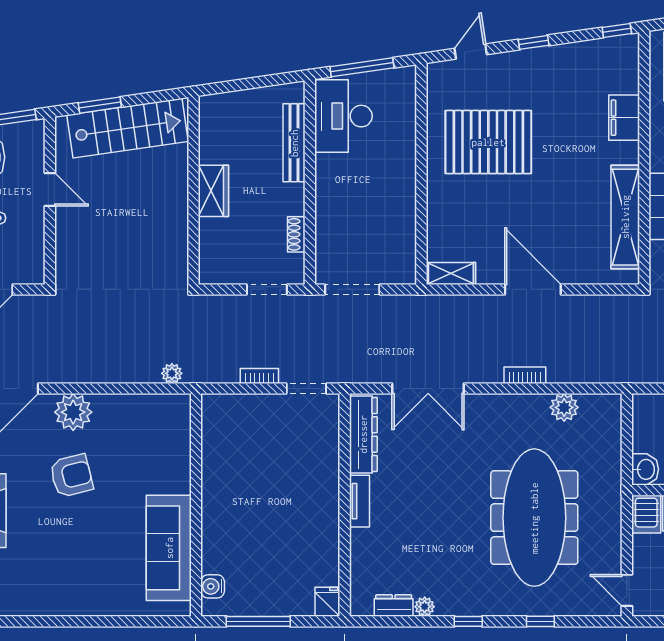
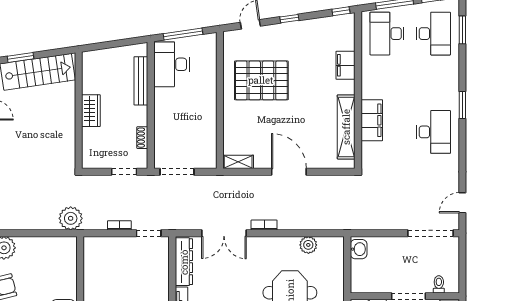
plant: (172, 373) -> (71, 218), width x1.88, depth x1.88
bookcase: (525, 375) -> (264, 225), moved
washbasin: (645, 469) -> (359, 249), moved

